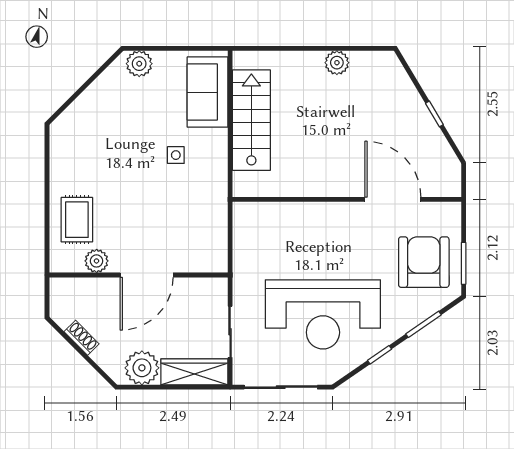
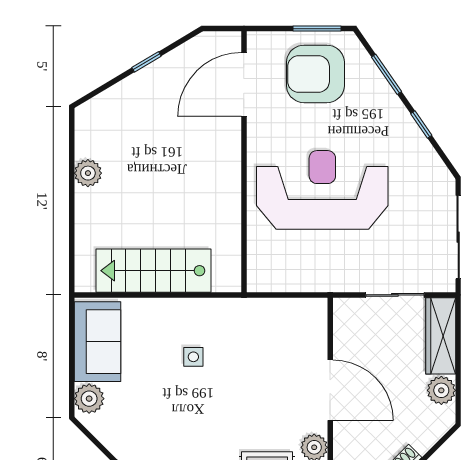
sofa: (208, 92) -> (97, 342), moved, turned -90
door: (393, 199) -> (244, 84), moved
reception desk: (323, 314) -> (322, 190), moved, turned -90
plant: (142, 368) -> (441, 390), width x0.73, depth x0.73

